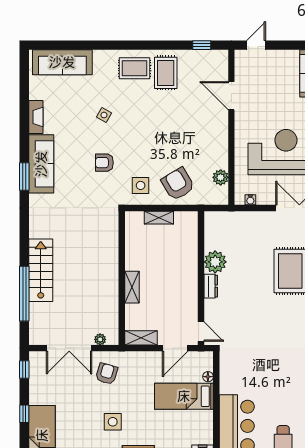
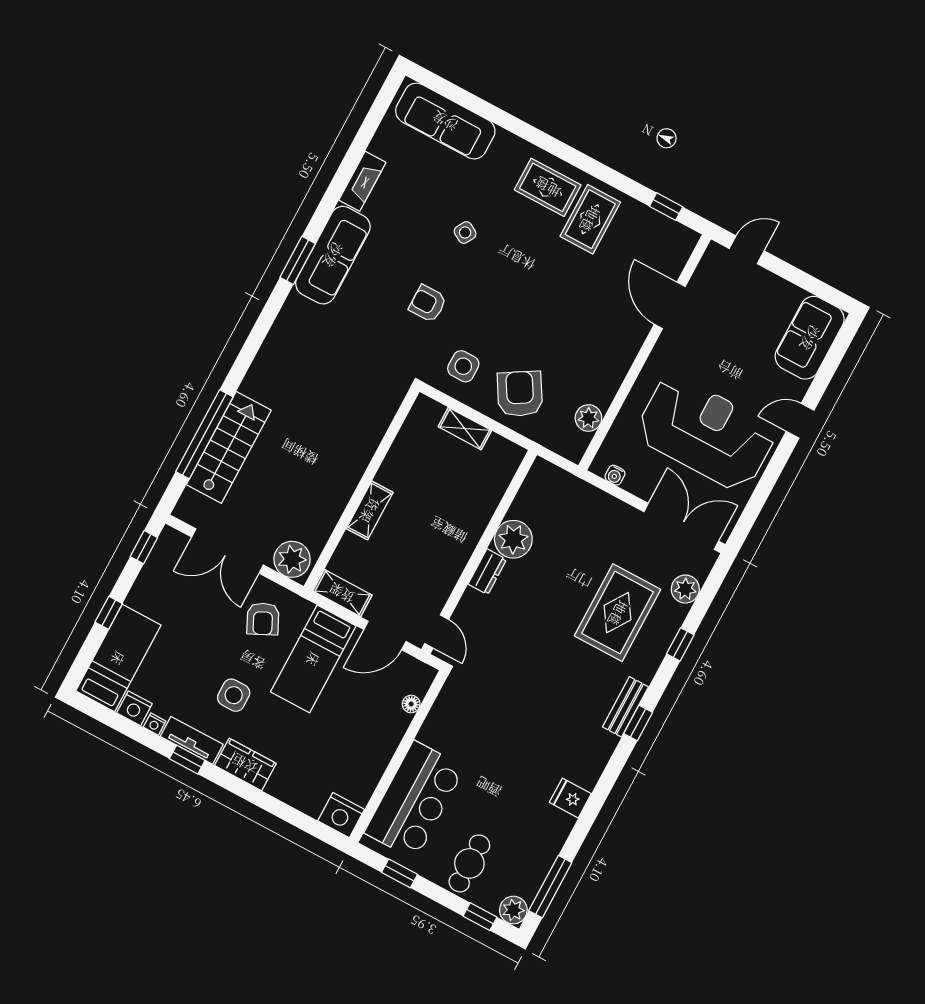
stairs: (41, 270) -> (229, 447), moved
plant: (100, 339) -> (292, 559), width x1.88, depth x1.88
armchair: (107, 374) -> (263, 619), turned 138
bed: (184, 396) -> (313, 659), moved, turned -90

